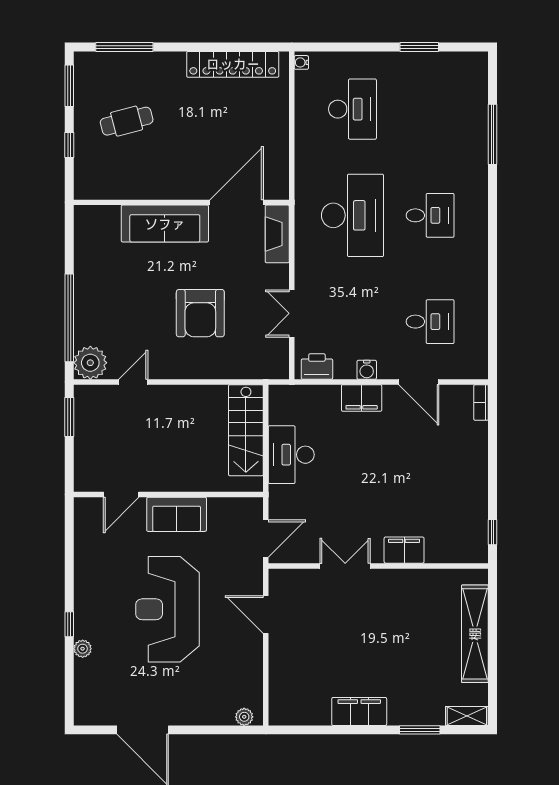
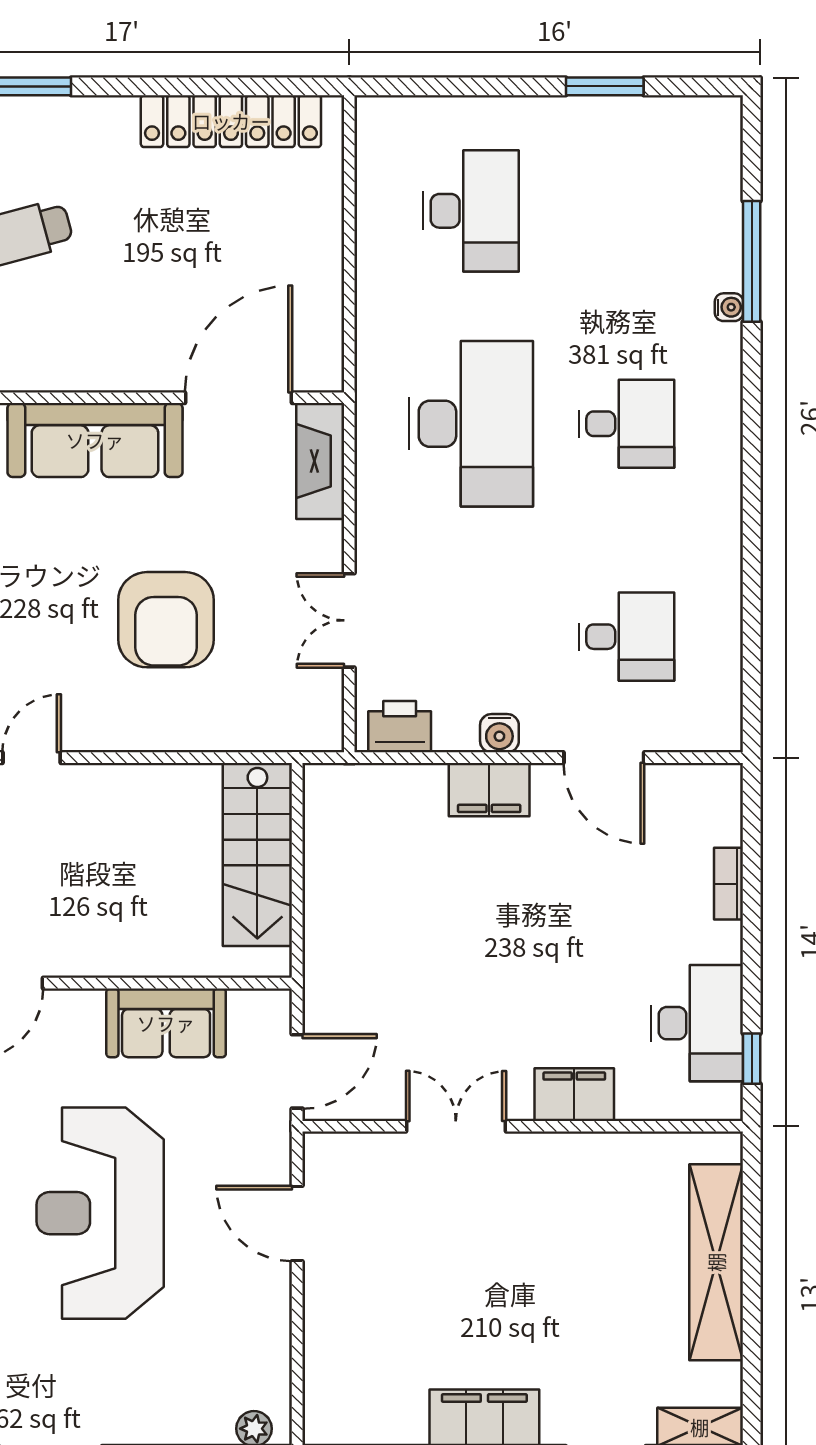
water cooler: (301, 62) -> (729, 307), moved, turned 180
bookcase: (481, 402) -> (729, 884), moved
desk: (291, 455) -> (697, 1023), moved, turned 180
sofa: (177, 514) -> (166, 1023), moved

